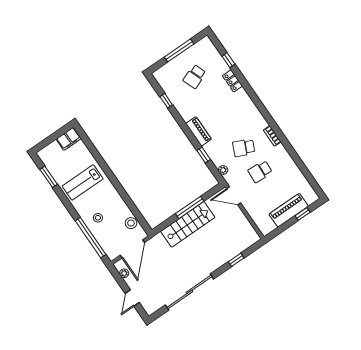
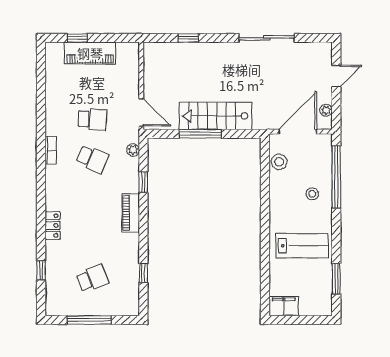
locker: (233, 81) -> (53, 226), moved
sliding door: (189, 292) -> (267, 38), width x0.73

